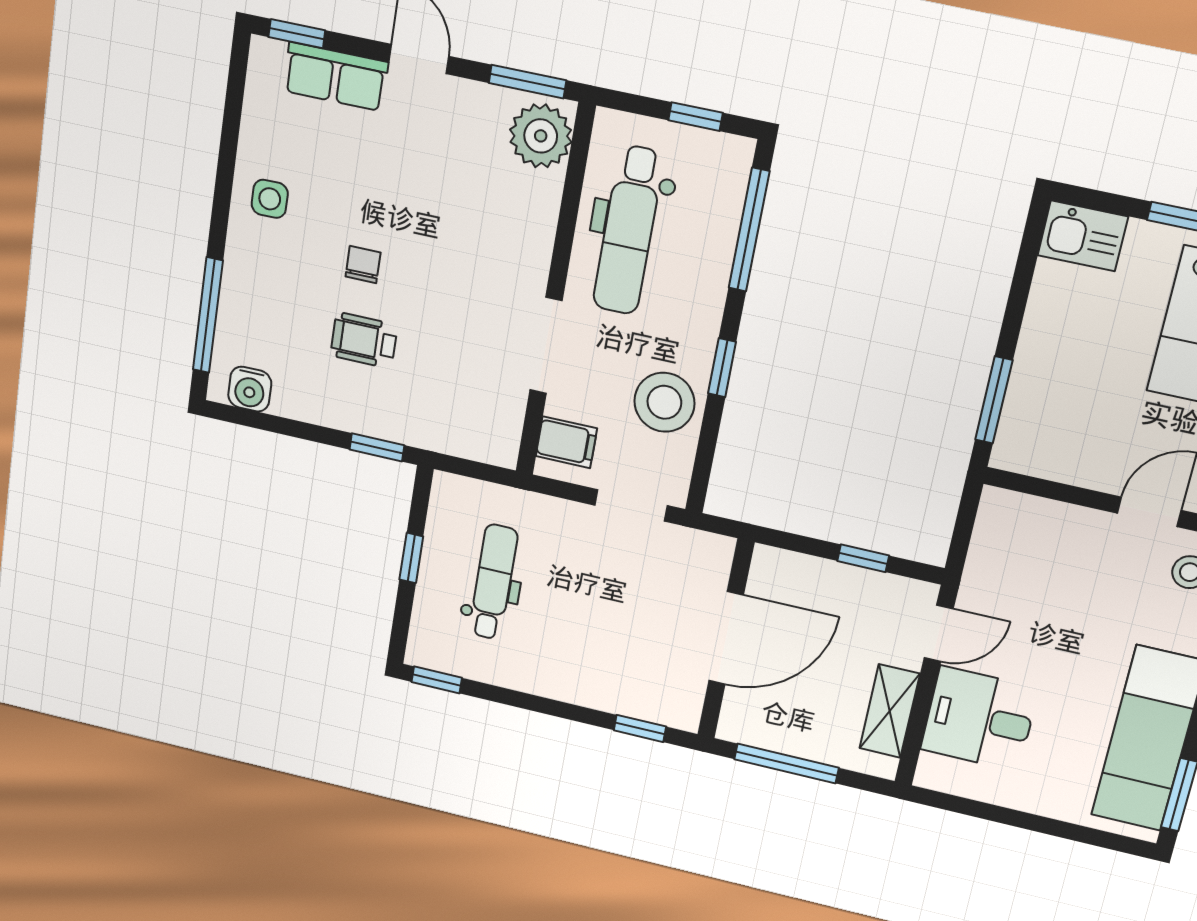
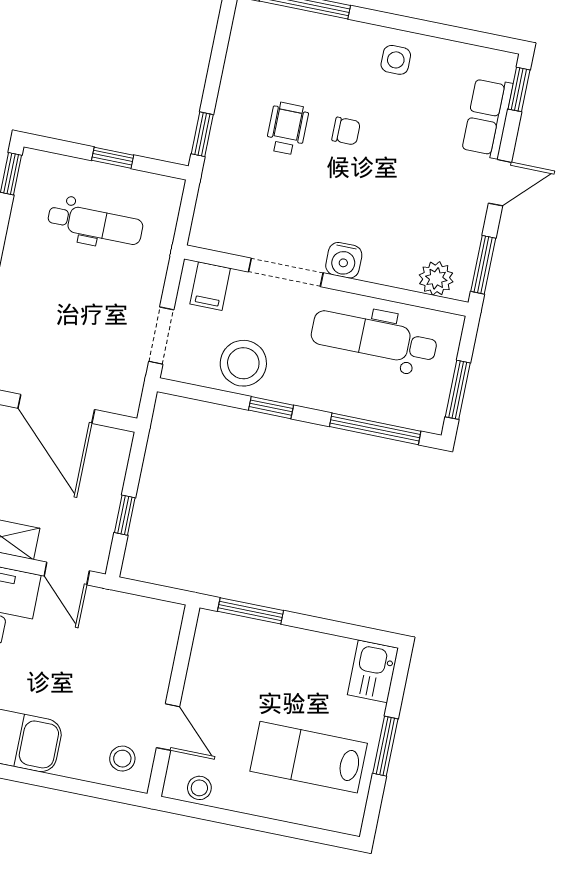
window: (695, 117) -> (458, 390), width x1.50
plant: (541, 136) -> (436, 278), width x0.73, depth x0.73
water cooler: (250, 389) -> (344, 260), moved, turned -90

